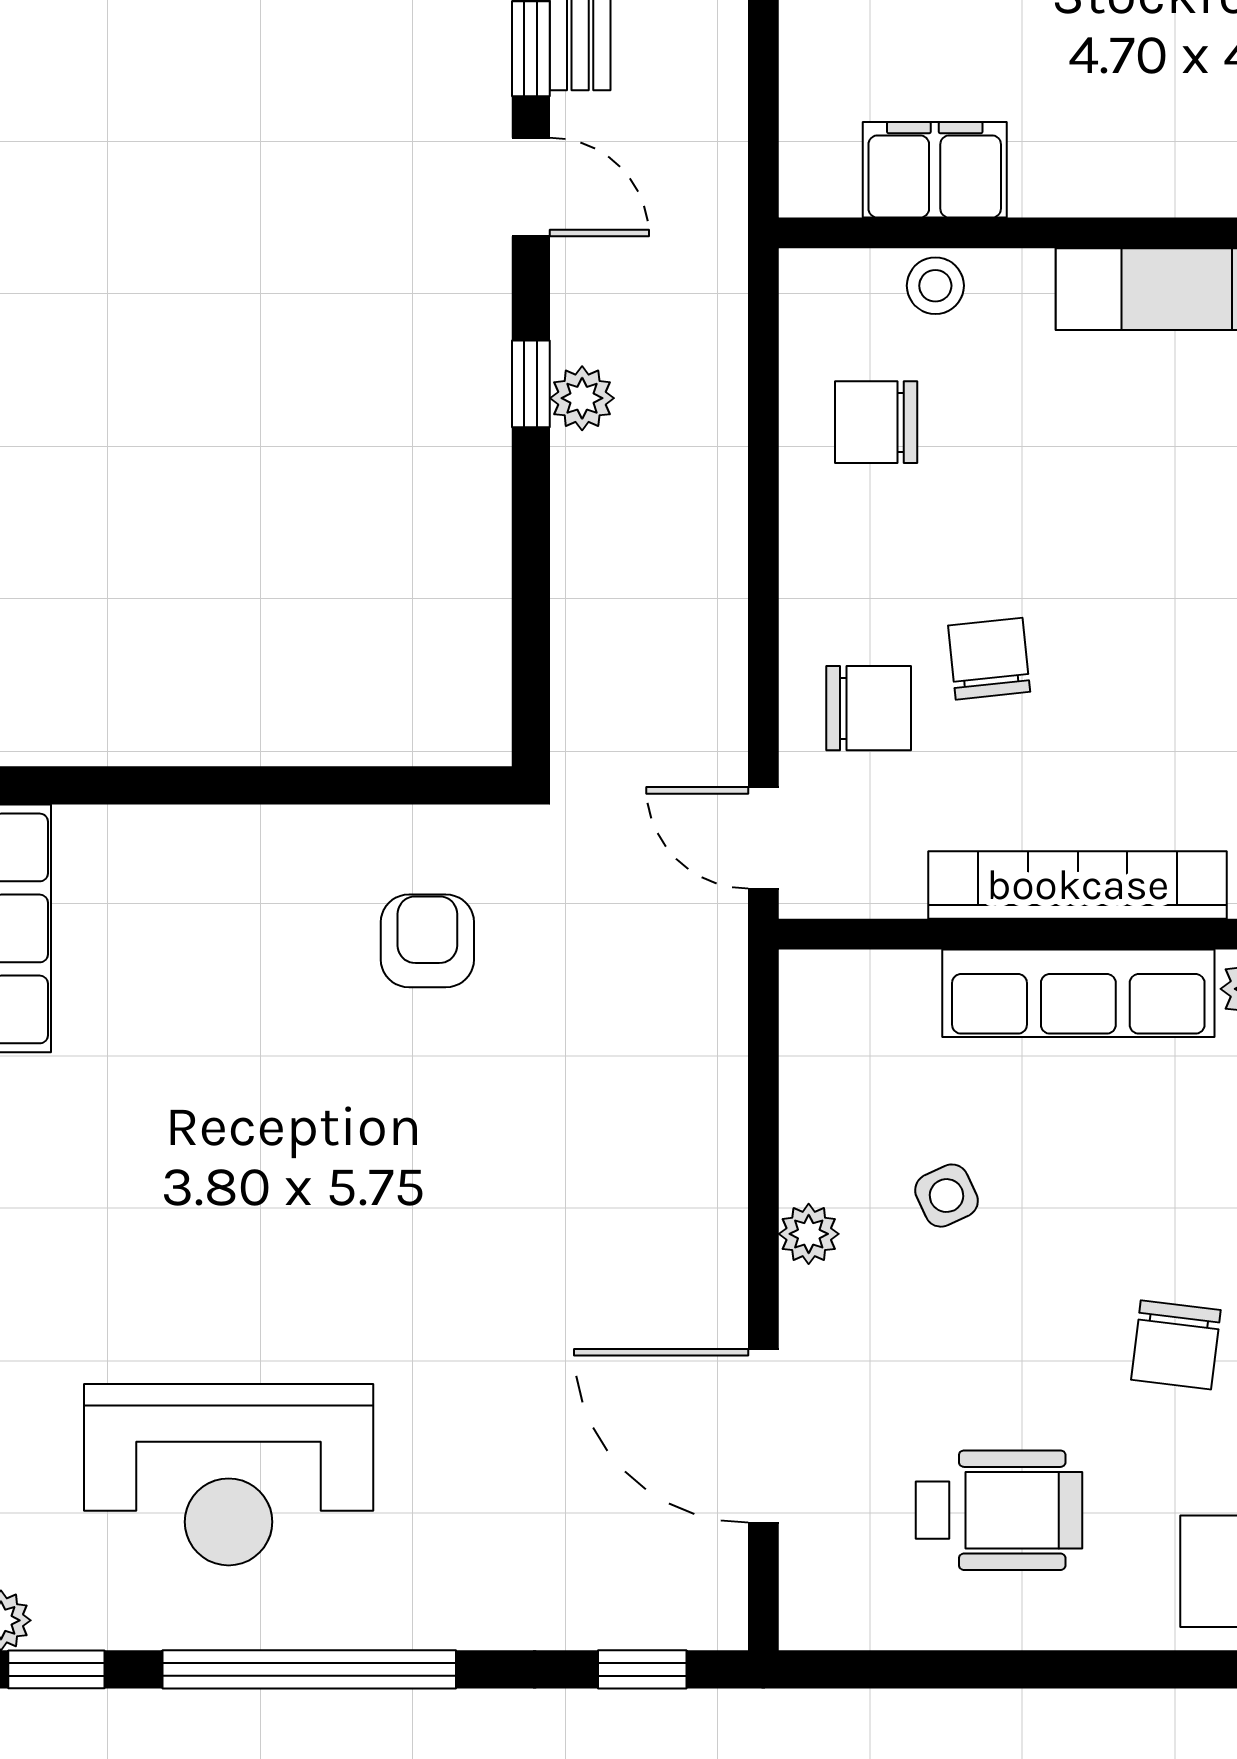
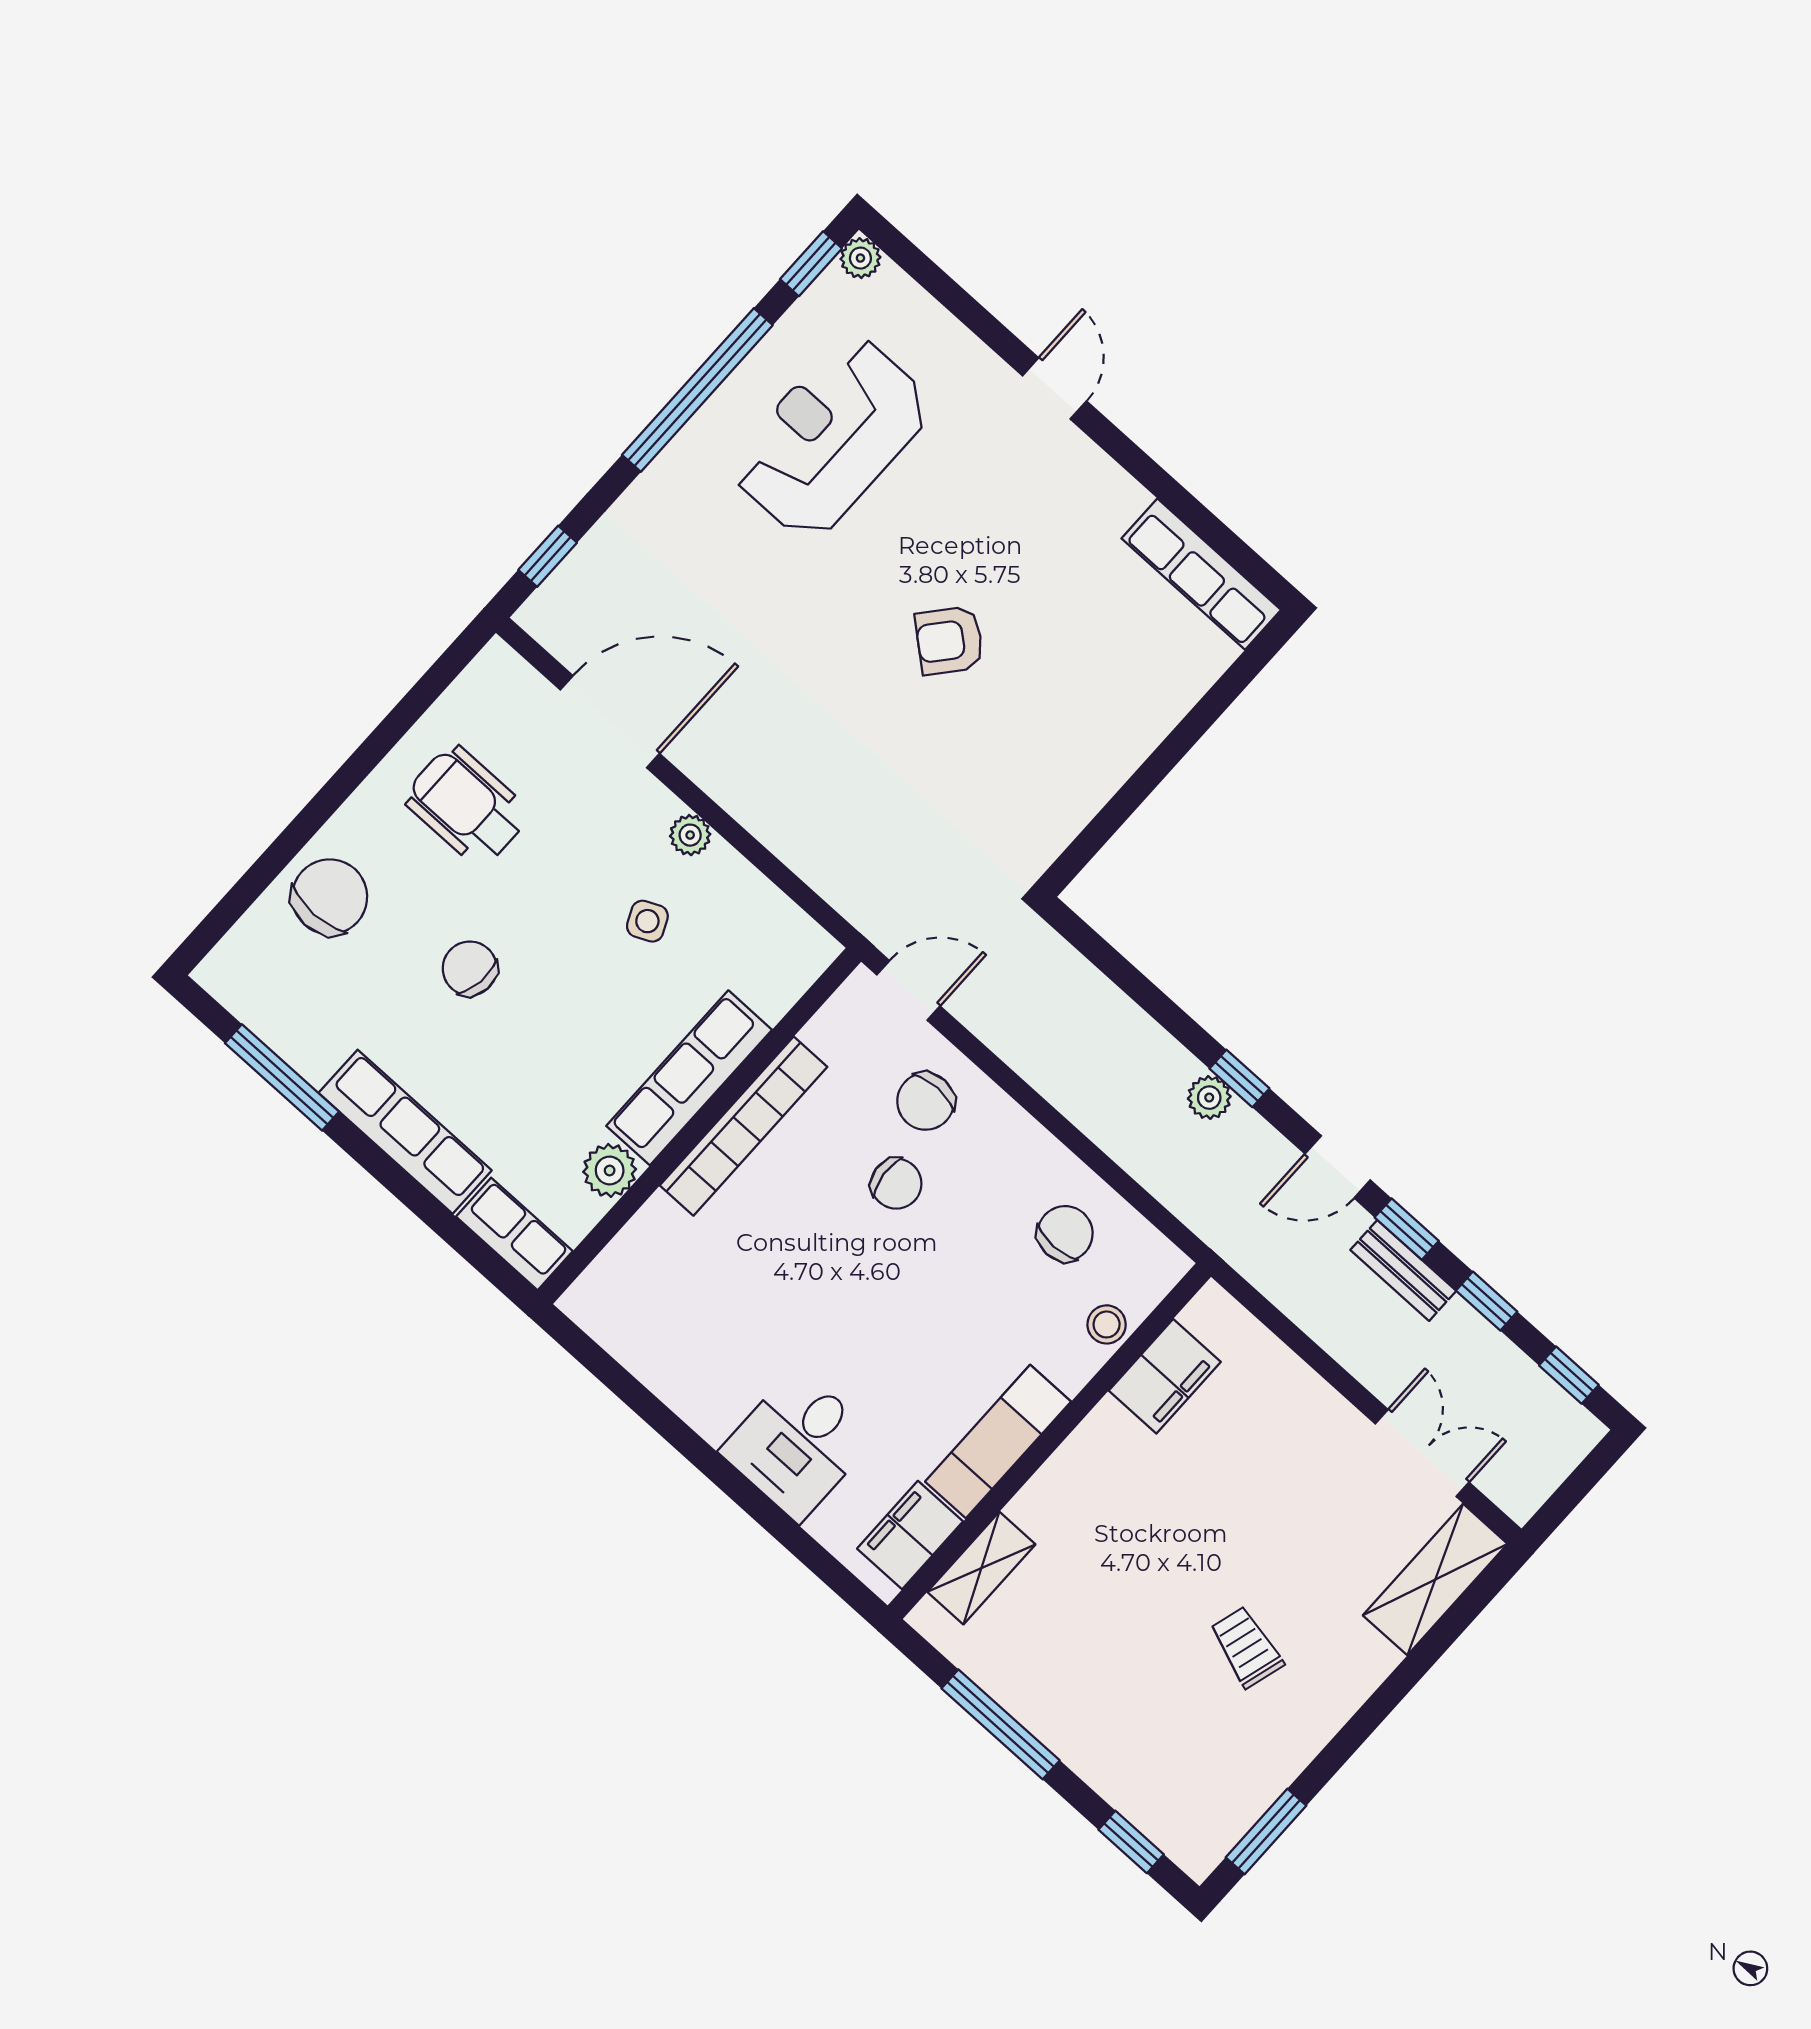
armchair: (427, 941) -> (949, 640), moved, turned 130
wheelchair: (999, 1510) -> (467, 806), turned 90

